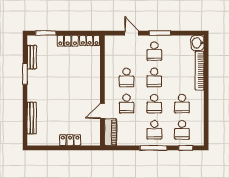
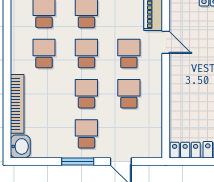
door: (102, 111) -> (166, 42), hinge flipped

